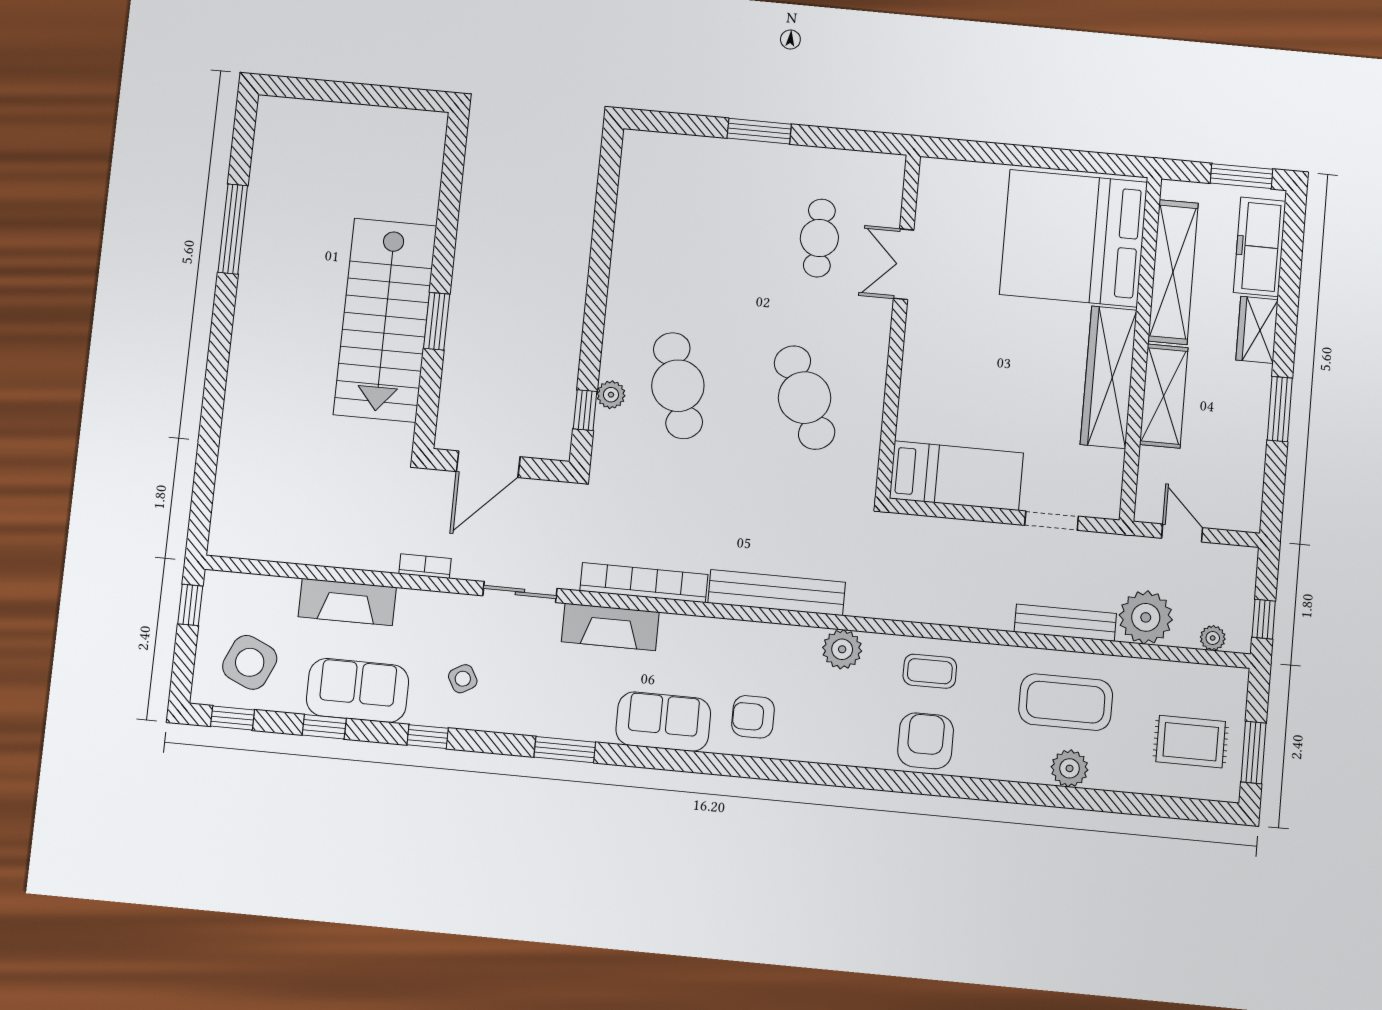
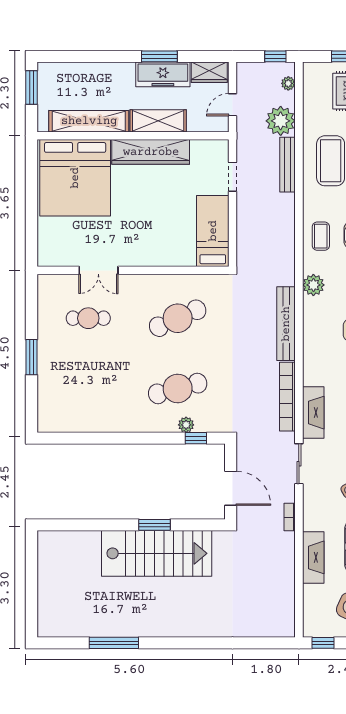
freezer: (1260, 247) -> (163, 74), moved
wardrobe: (1257, 330) -> (209, 72), moved

